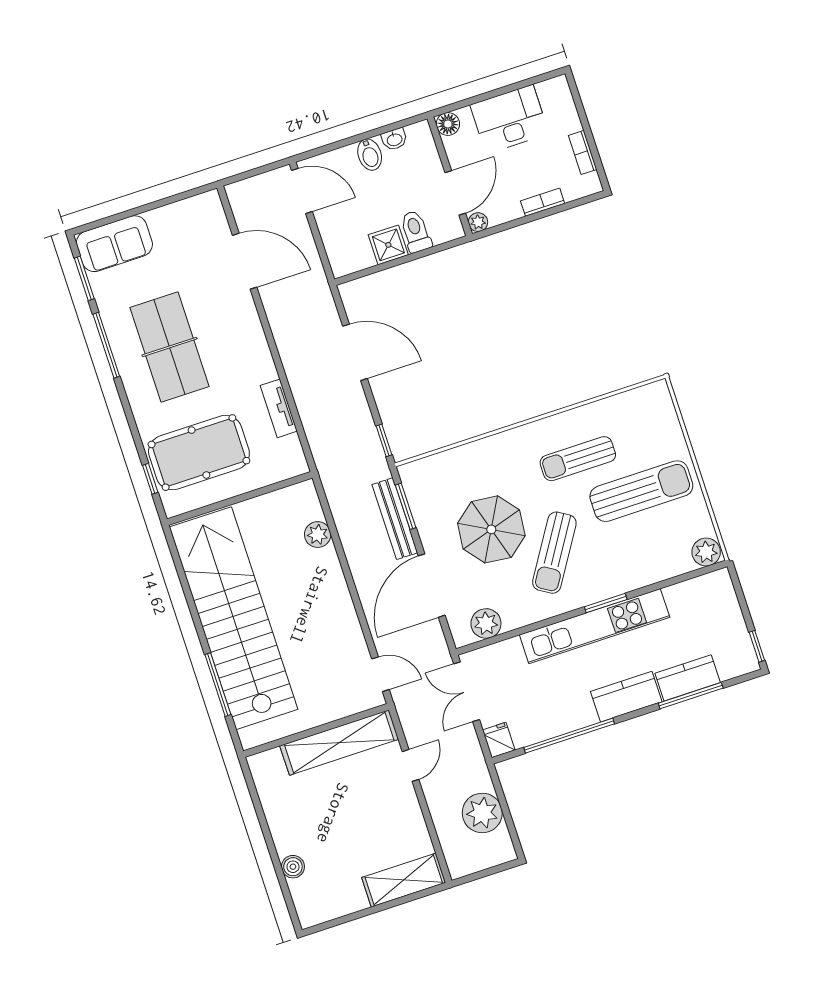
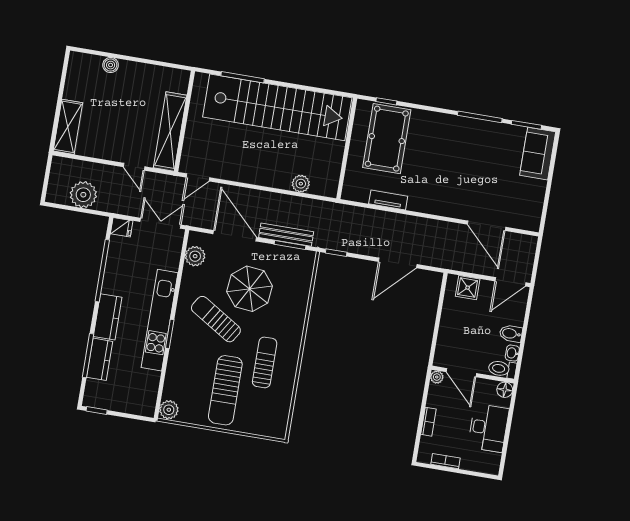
toilet: (416, 231) -> (502, 369), moved, turned 180
shower: (388, 245) -> (468, 288), moved
door: (245, 261) -> (487, 226), hinge flipped
table tennis table: (170, 347) -> (459, 154), removed

